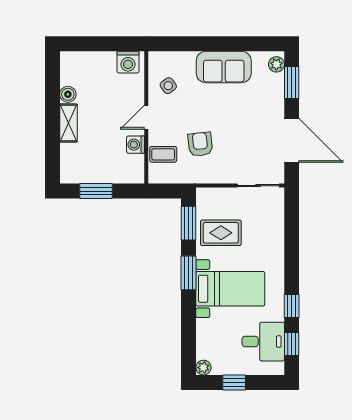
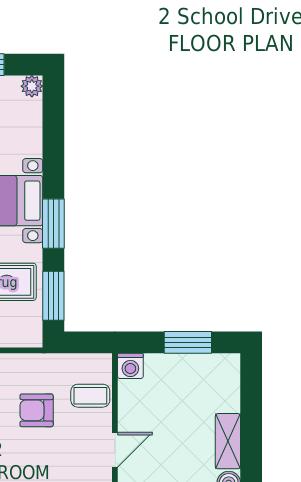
armchair: (200, 144) -> (37, 410), turned 96
washing machine: (136, 145) -> (130, 366), moved, turned 90

